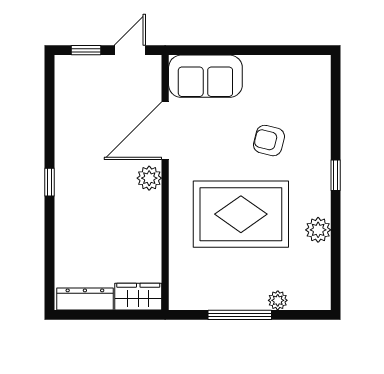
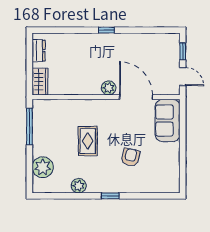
rug: (241, 214) -> (88, 141), width x0.54, depth x0.49
dresser: (85, 299) -> (39, 51), width x0.70
plant: (278, 300) -> (43, 167), width x1.87, depth x1.87
window: (240, 315) -> (29, 126), moved

